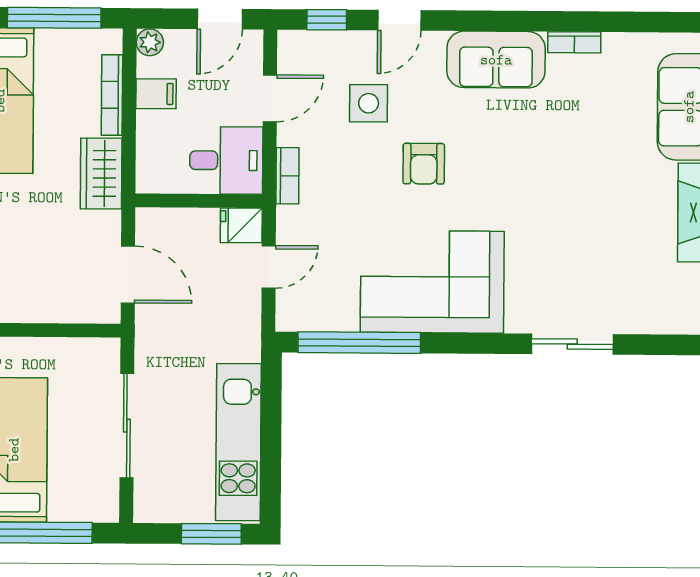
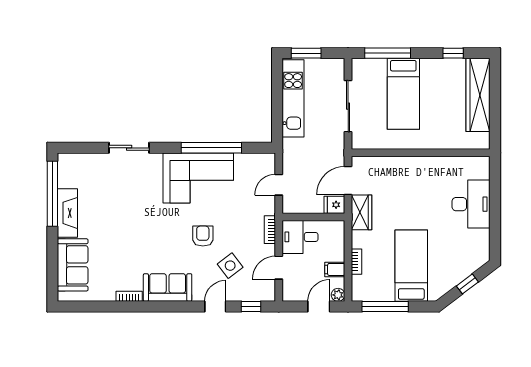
door: (220, 19) -> (319, 307), moved
bookcase: (112, 95) -> (356, 262), width x0.64
side table: (369, 103) -> (230, 266), turned -37
wardrobe: (101, 174) -> (362, 212), moved
fridge: (241, 225) -> (334, 205), moved, turned 180
door: (128, 274) -> (348, 181), hinge flipped
window: (359, 343) -> (211, 148), moved

